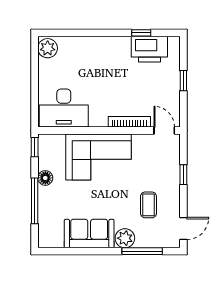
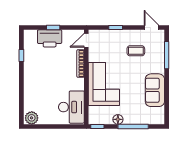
printer: (149, 49) -> (50, 38), moved, turned 90
plant: (125, 238) -> (158, 66), removed

